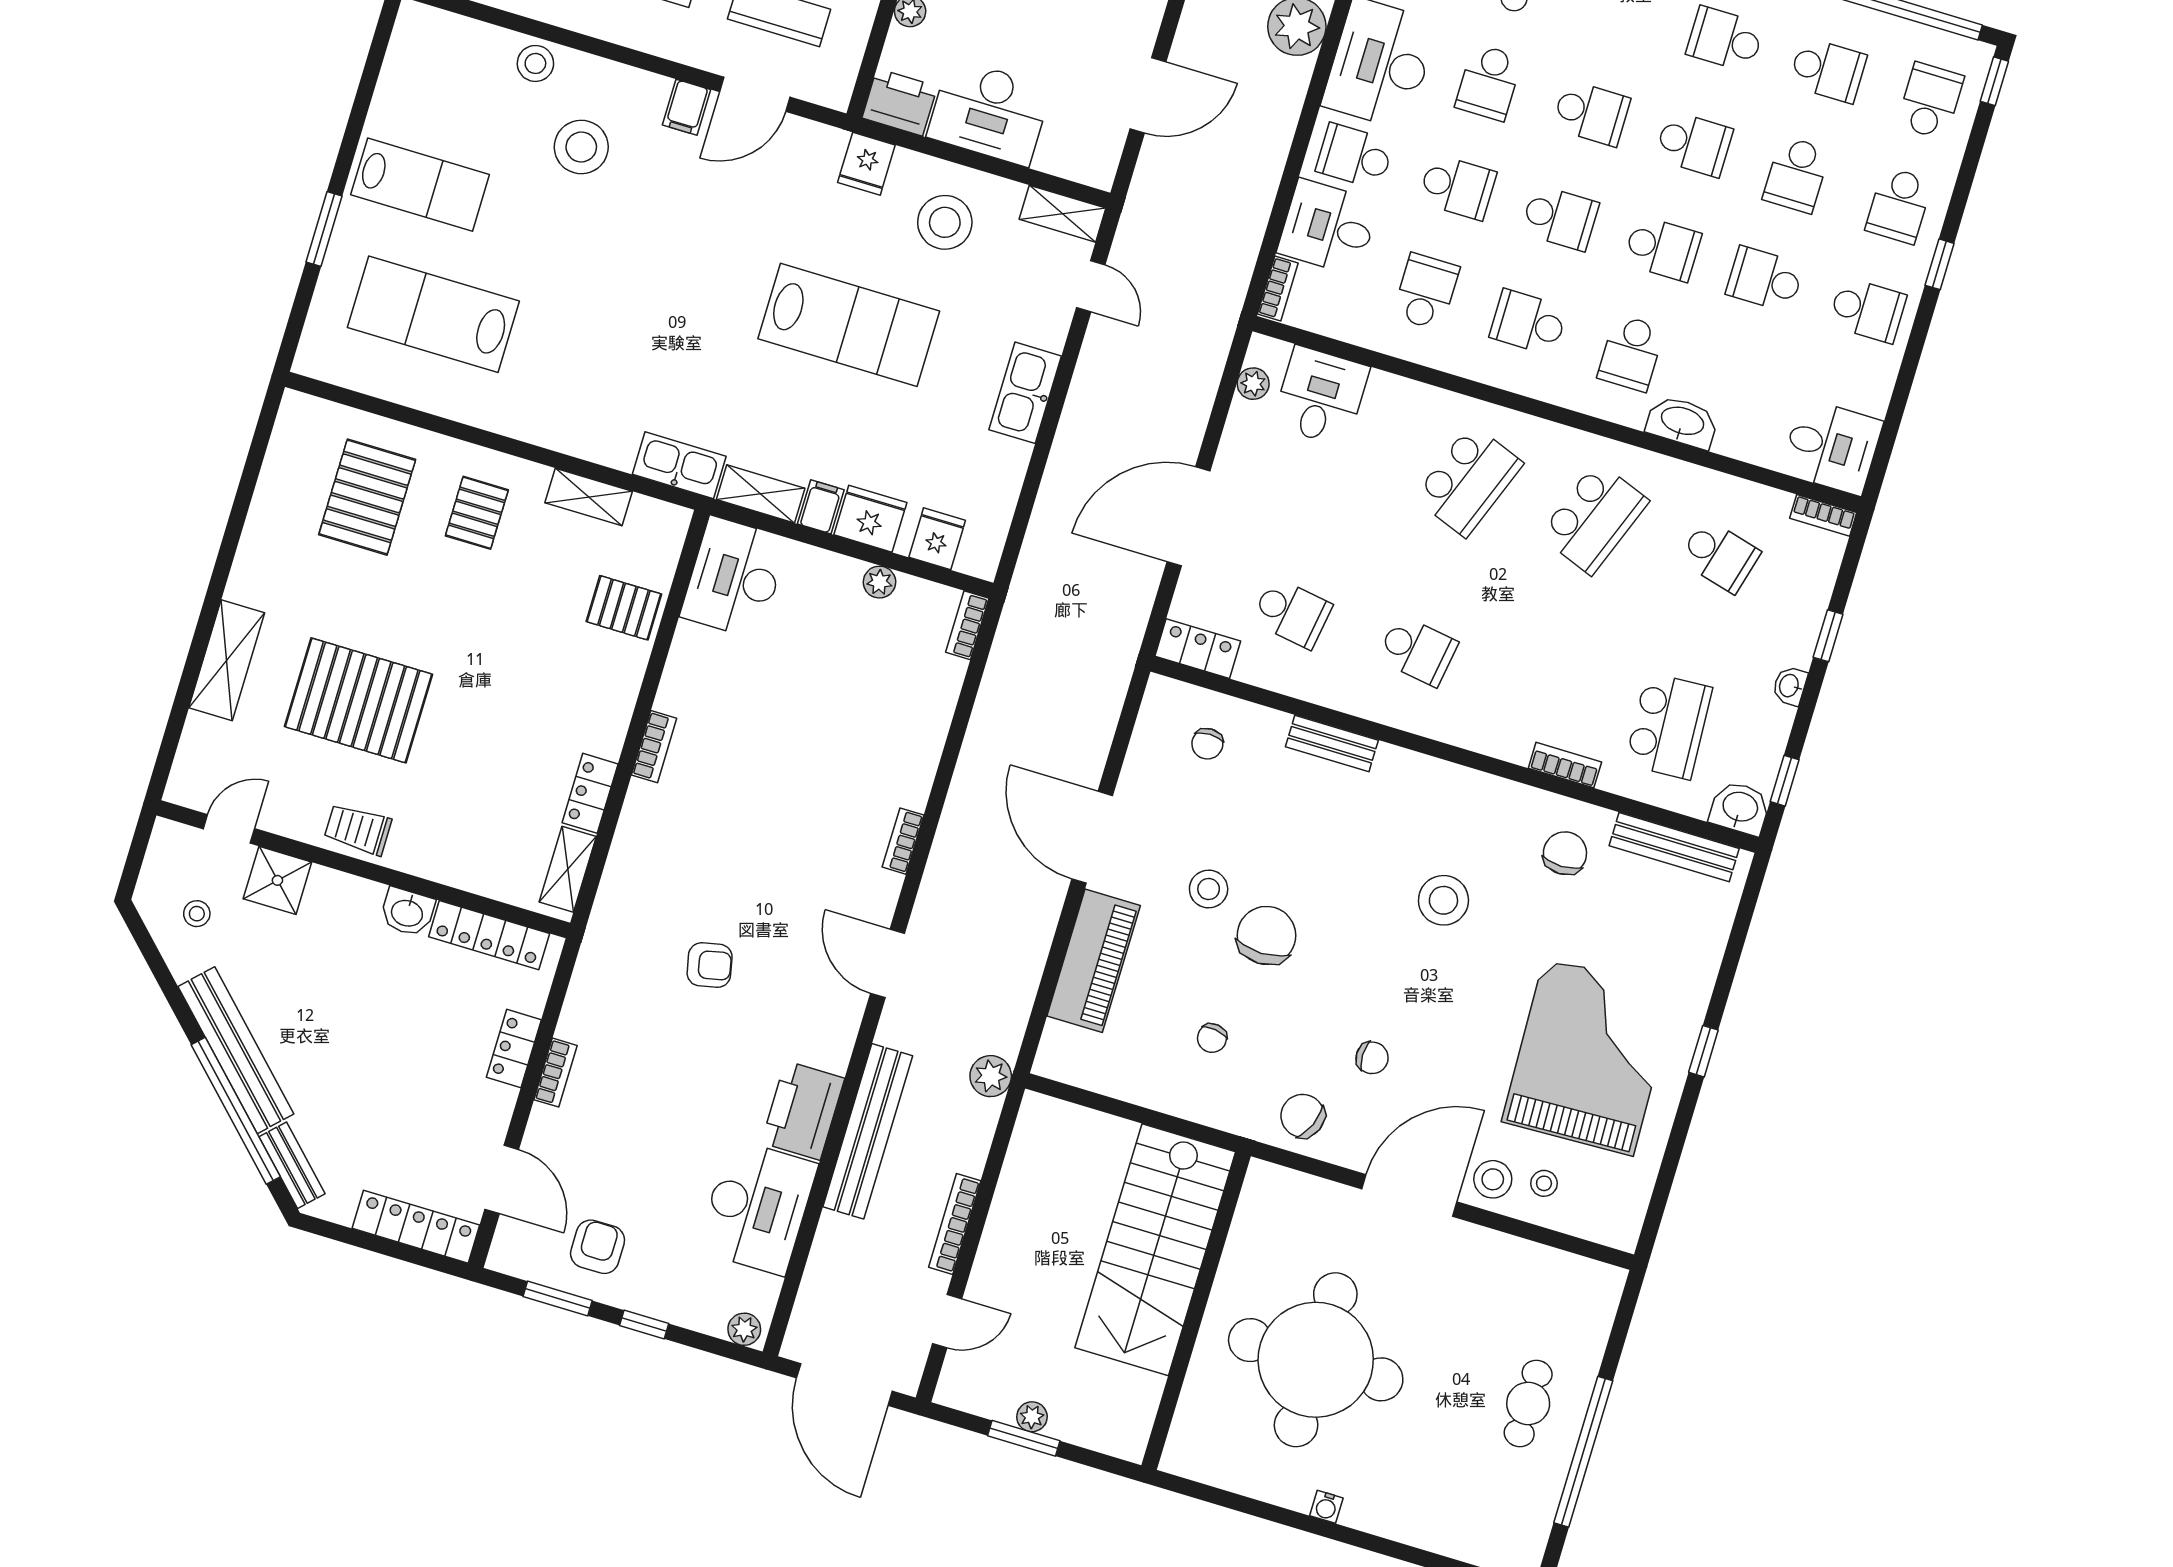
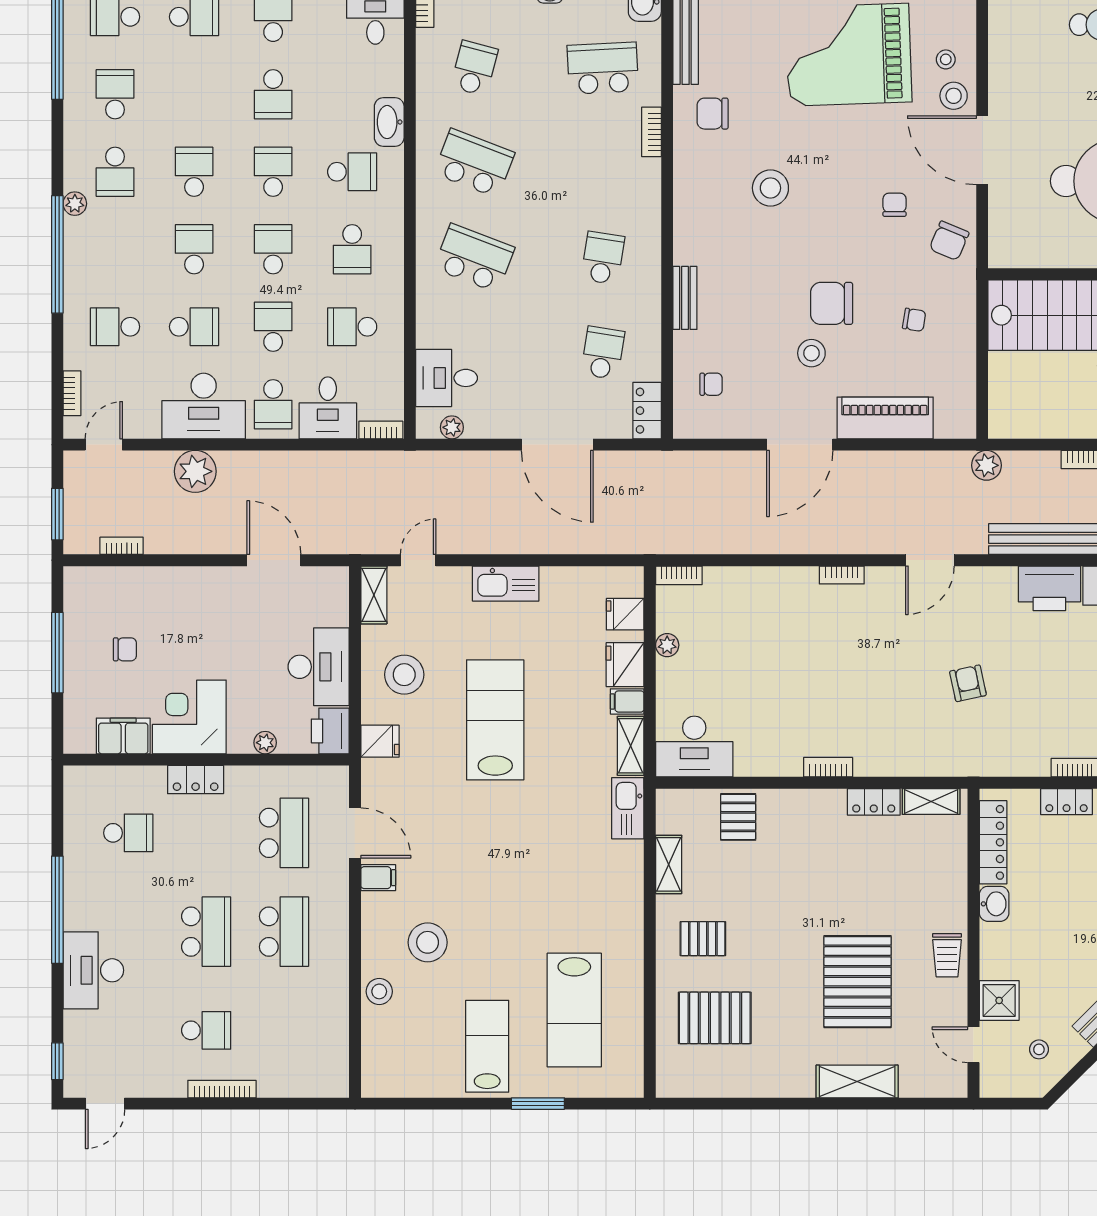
school desk: (1796, 175) -> (194, 94), removed

